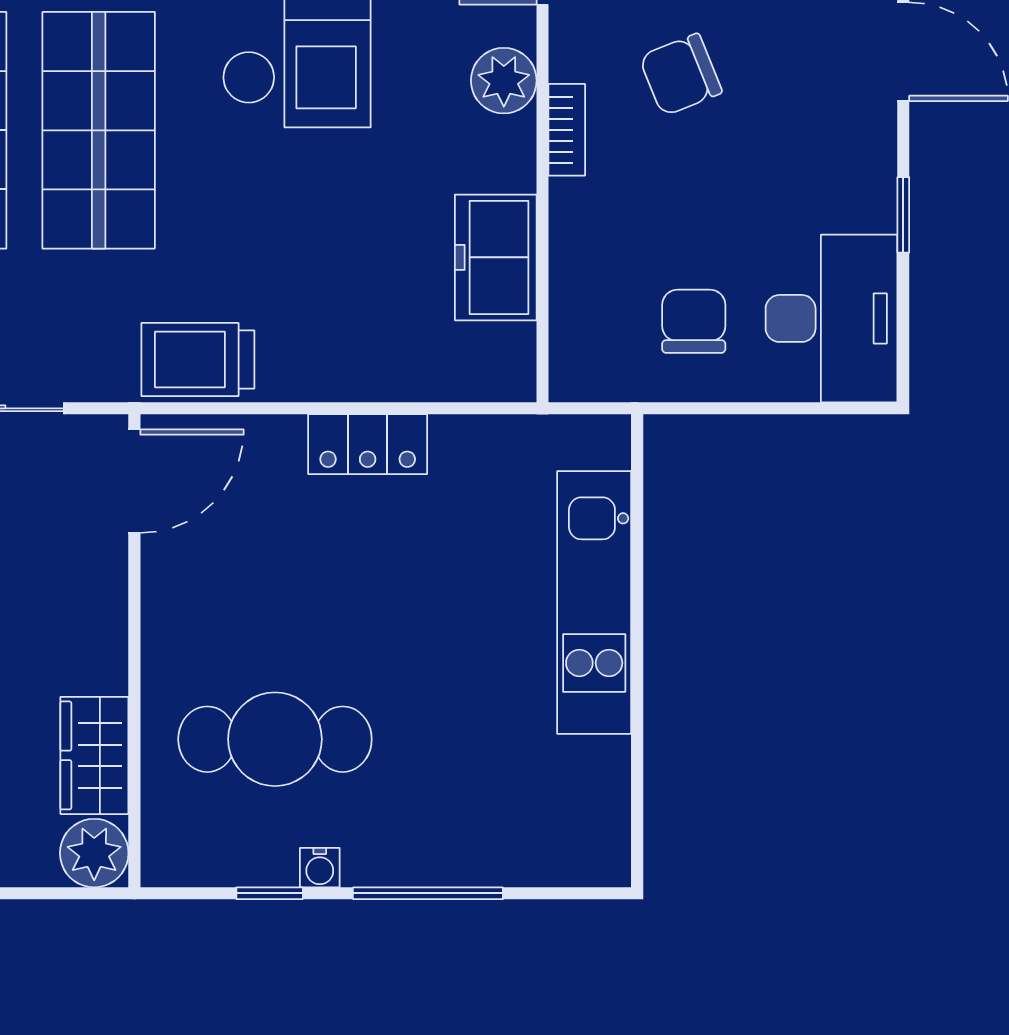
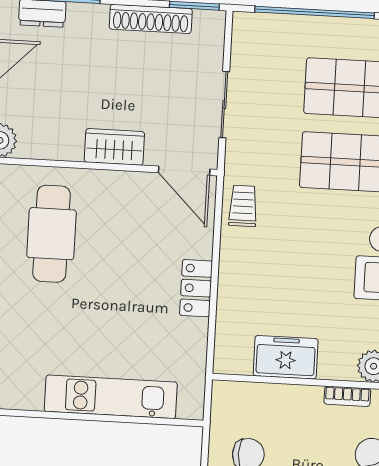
trolley: (198, 360) -> (243, 206), width x0.73, depth x0.72
wardrobe: (94, 755) -> (114, 147), moved

